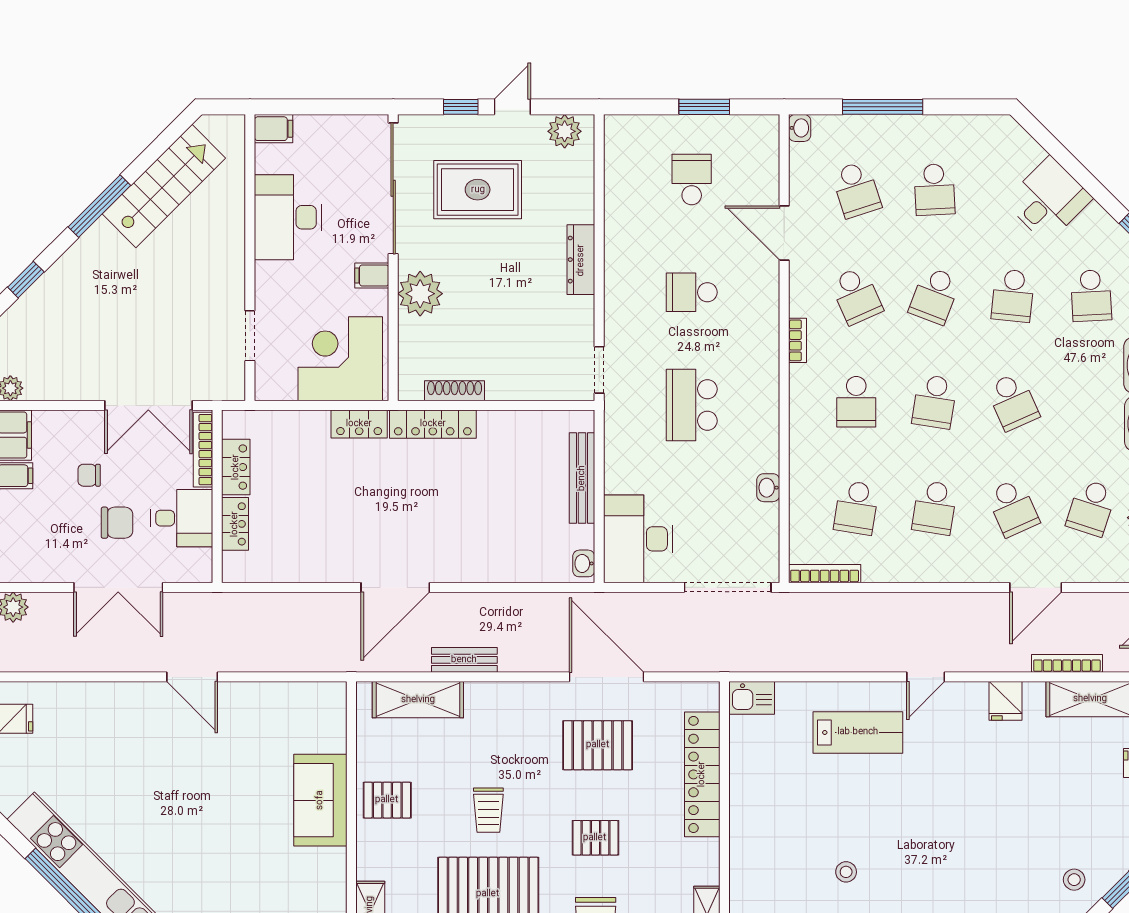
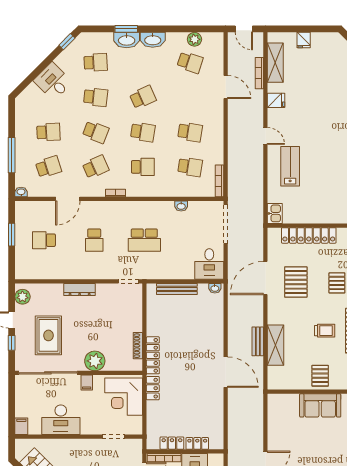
school desk: (1013, 508) -> (190, 97), removed
desk: (638, 539) -> (209, 264), width x0.73
shelving: (418, 700) -> (275, 345), moved

